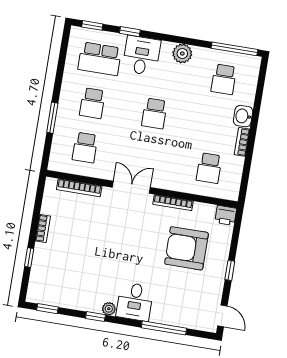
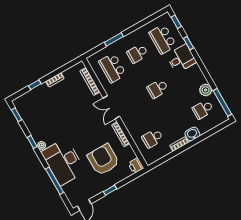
plant: (182, 54) -> (206, 90), moved
school desk: (85, 148) -> (112, 68), width x1.85
double door: (131, 187) -> (111, 107), swing flipped
desk: (135, 302) -> (63, 162), width x1.87, depth x1.30

